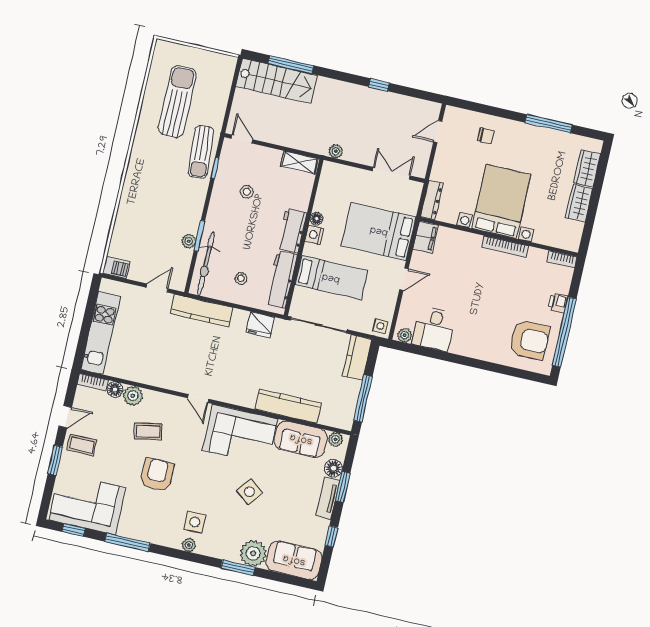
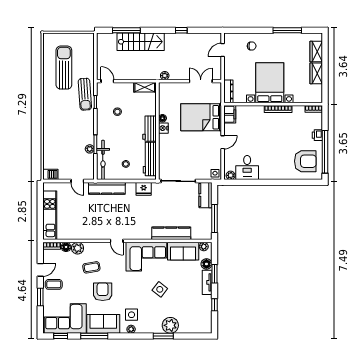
stairs: (277, 81) -> (141, 42), moved
bed: (331, 278) -> (179, 151), removed
door: (157, 288) -> (77, 181), swing flipped
sofa: (294, 560) -> (103, 324), moved

